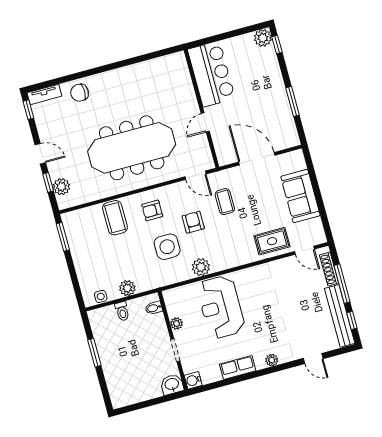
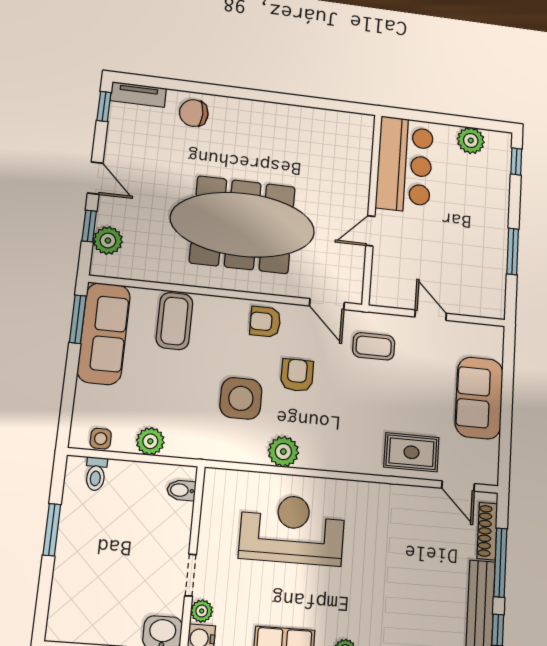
plant: (263, 38) -> (471, 140), moved
door: (257, 159) -> (431, 315), width x0.53
coffee table: (225, 202) -> (374, 346), moved, turned 90
armchair: (152, 210) -> (265, 322), moved
sofa: (80, 239) -> (104, 333), added
reception desk: (221, 307) -> (292, 529), turned 90
toilet: (122, 311) -> (96, 474), moved
plant: (176, 324) -> (202, 611), moved

